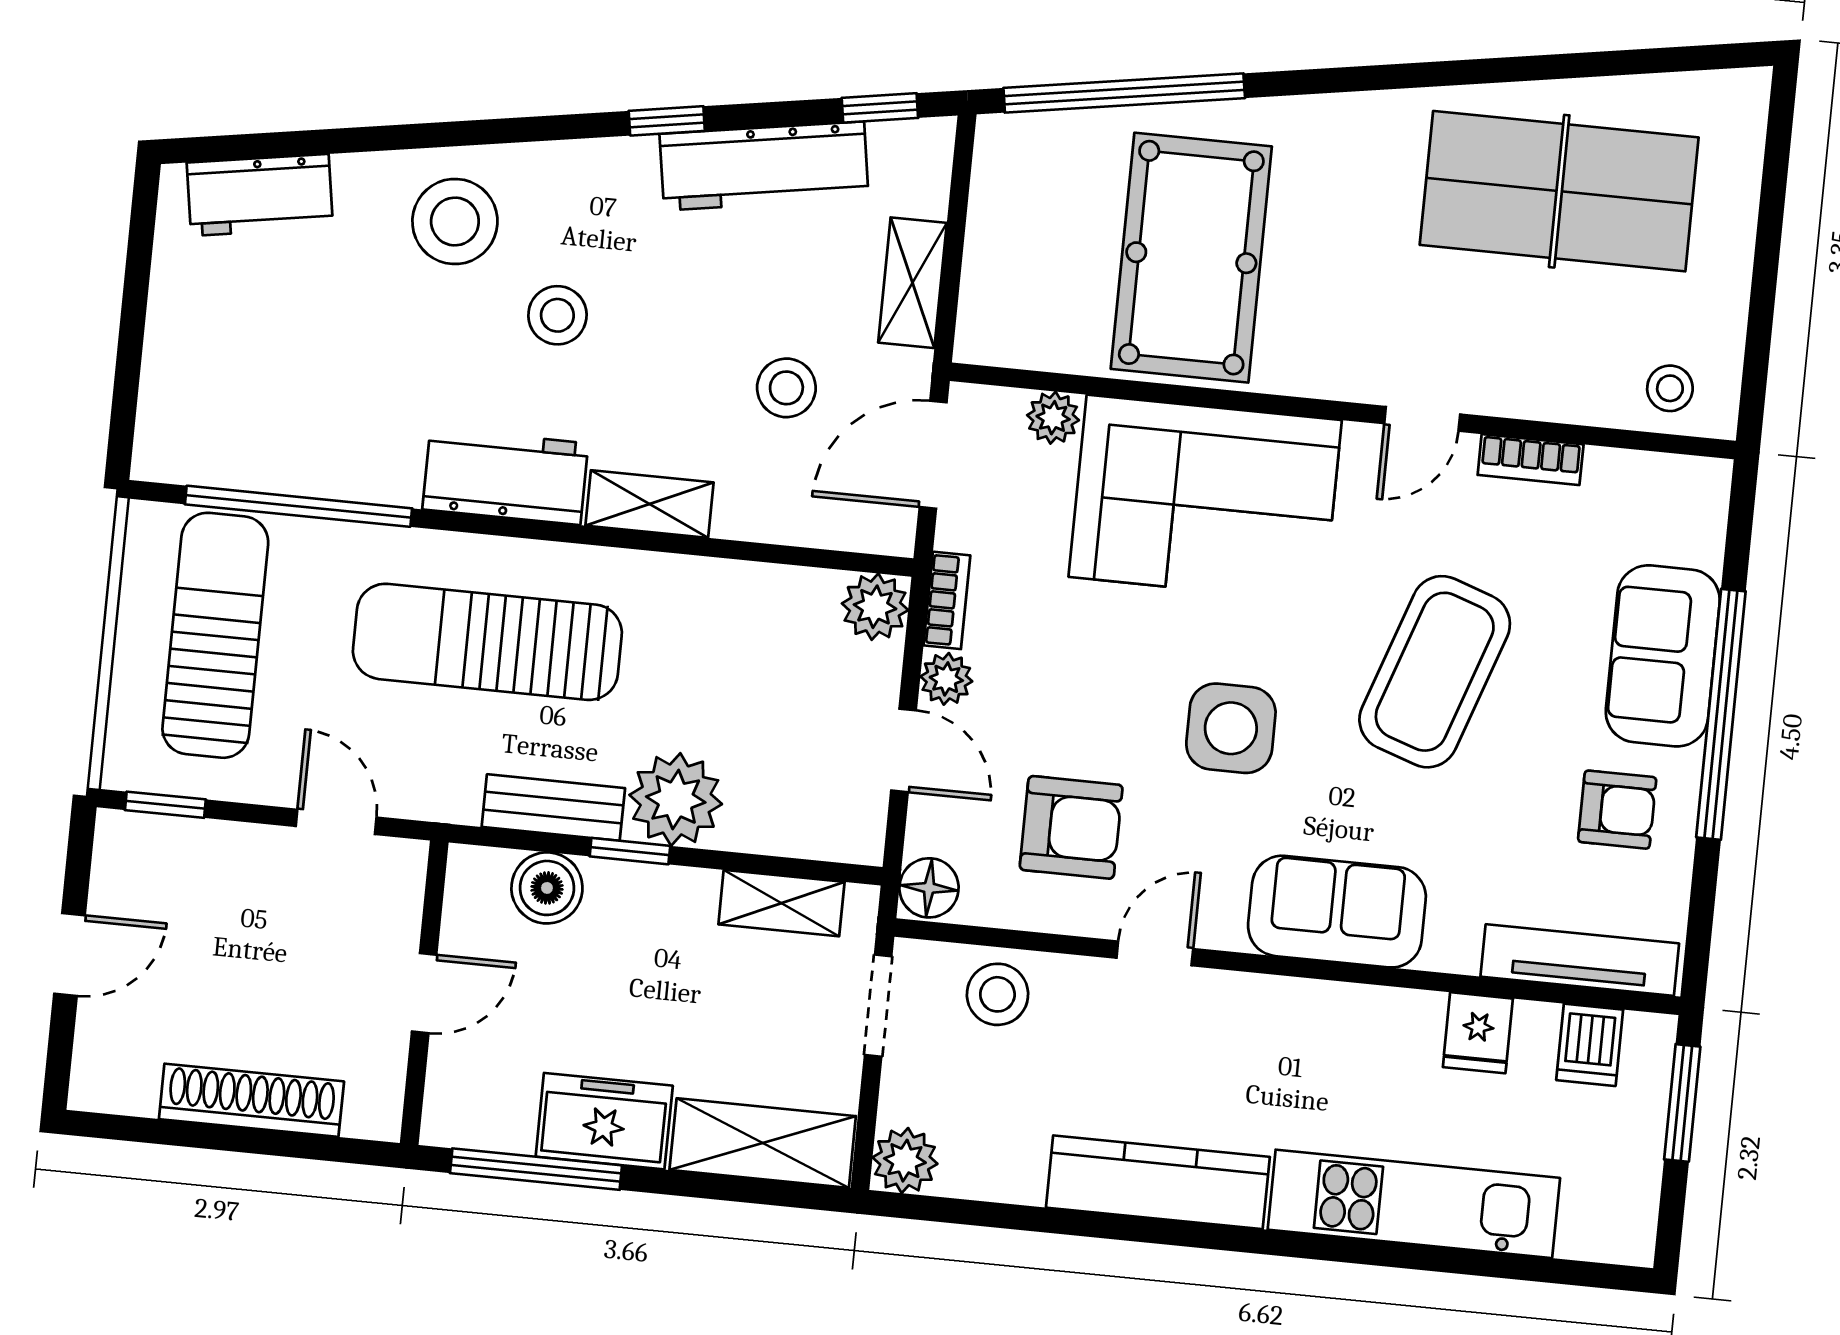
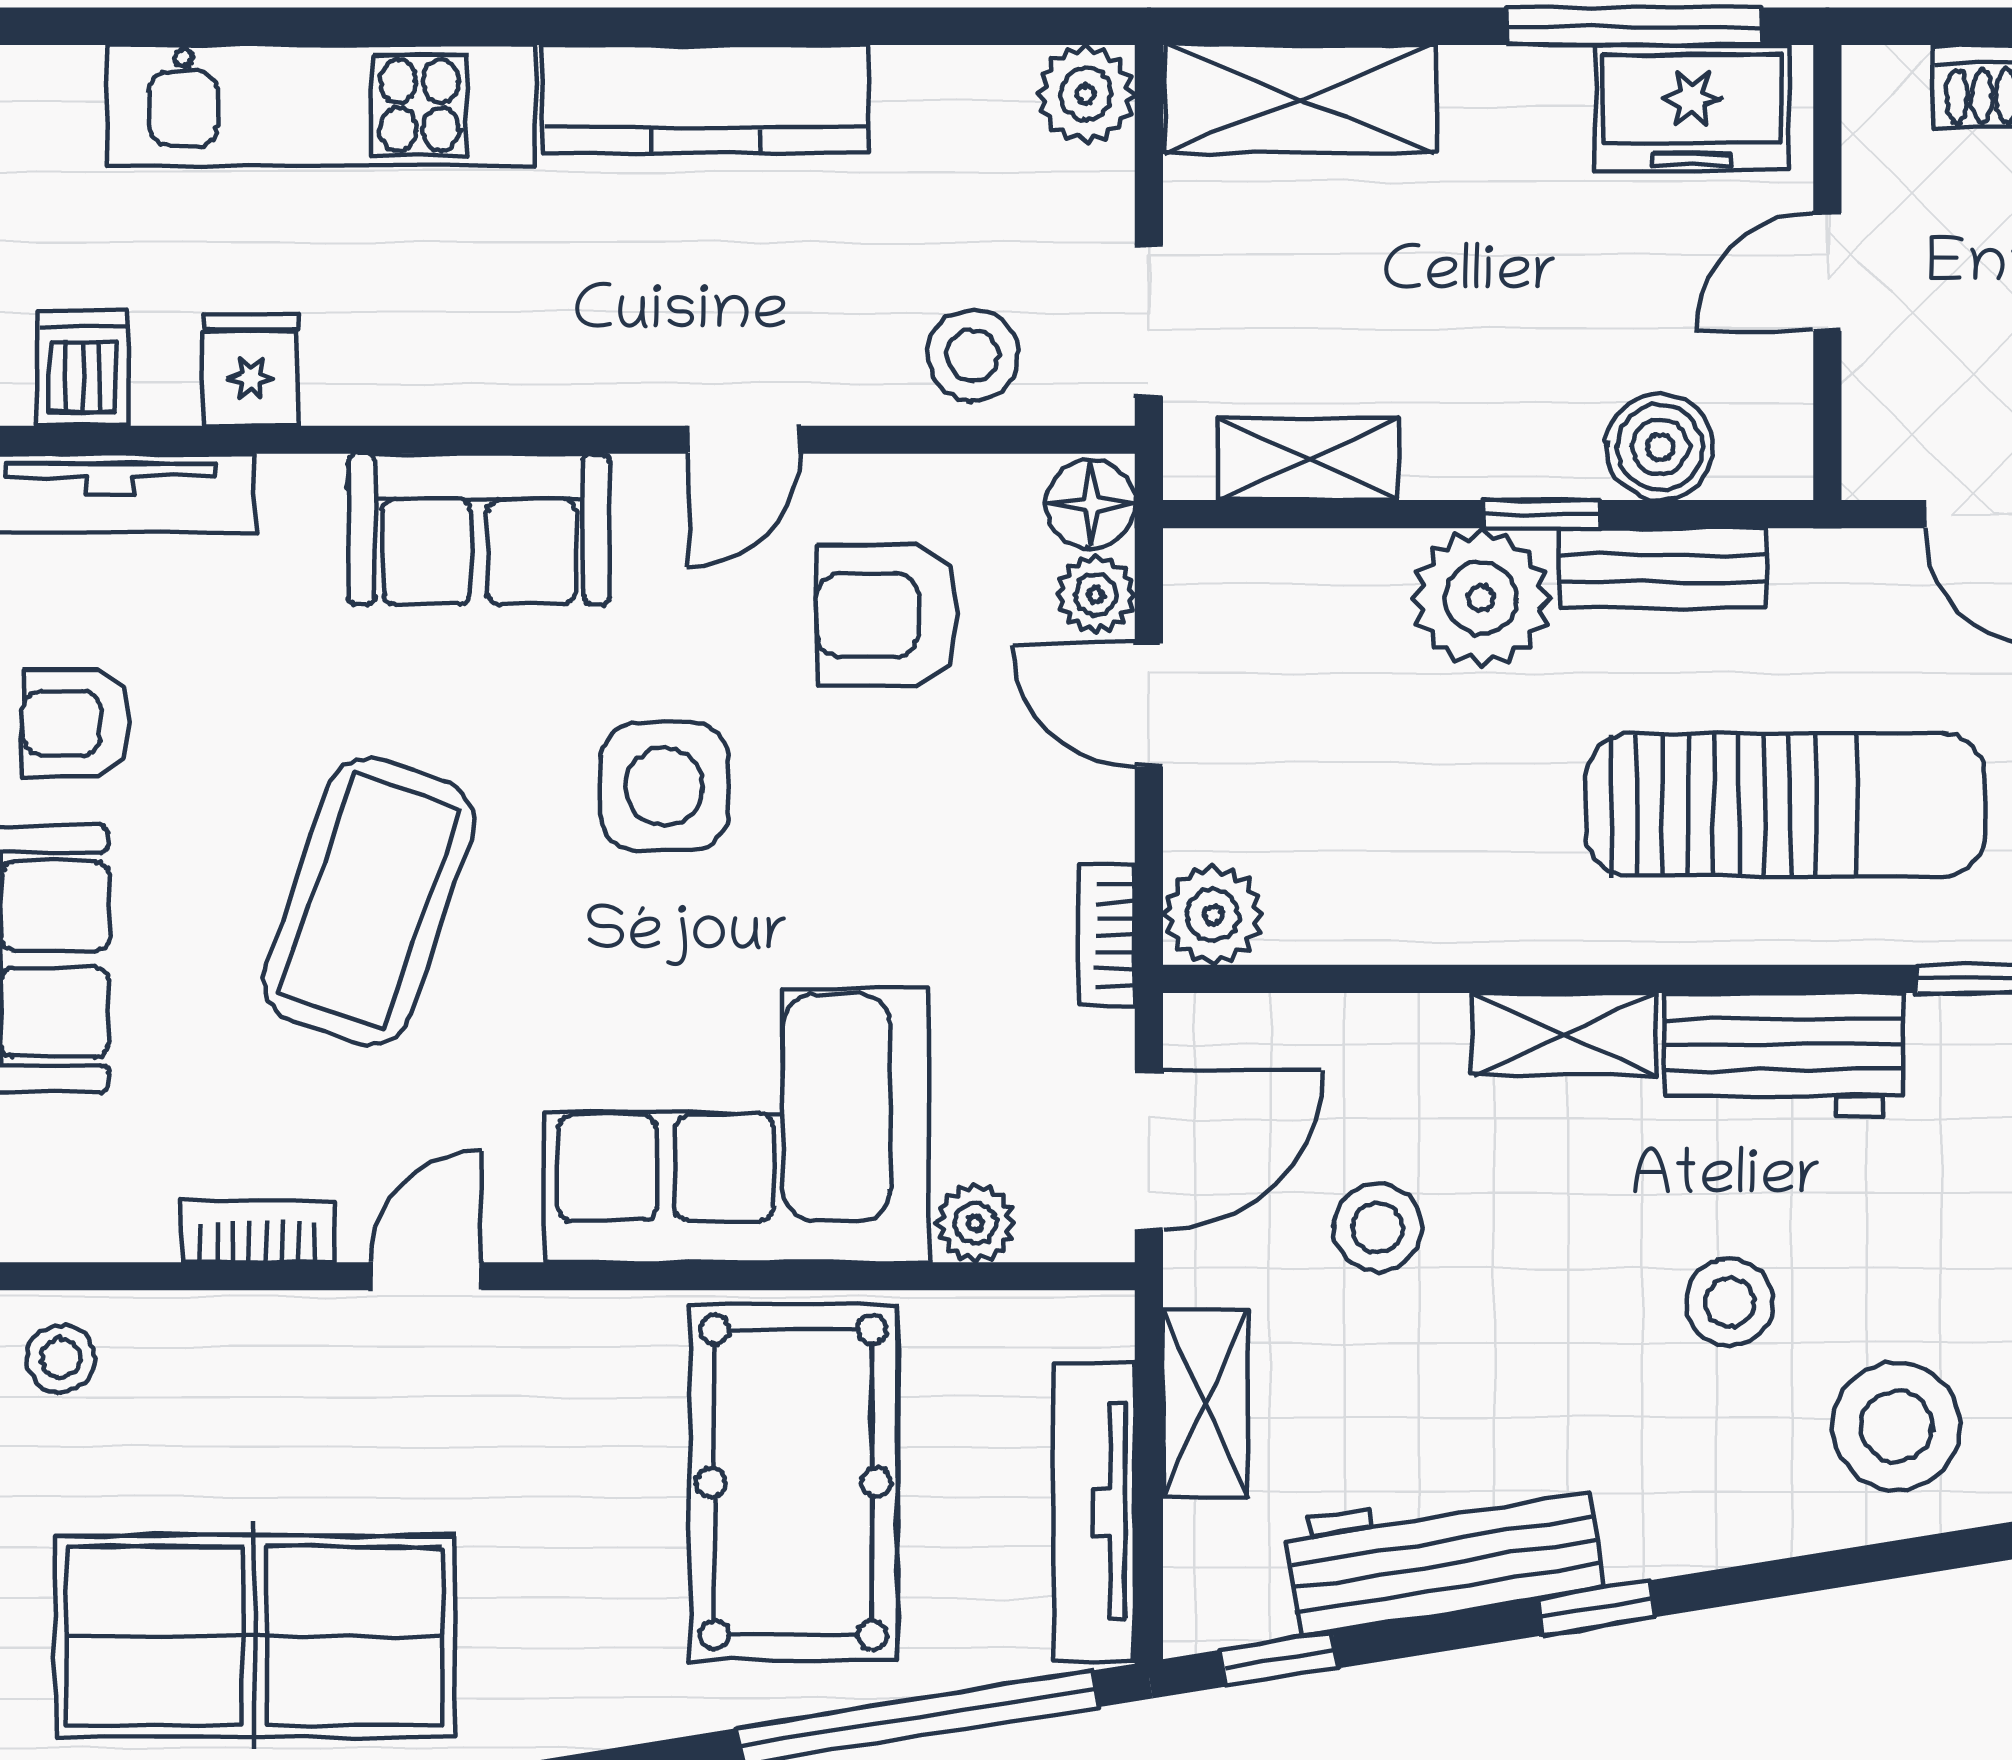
tv unit: (993, 218) -> (1094, 1512), added
plant: (946, 679) -> (1096, 595), moved
freezer: (604, 1121) -> (1692, 108), moved

